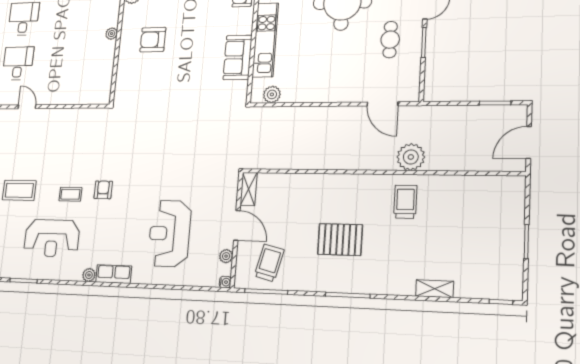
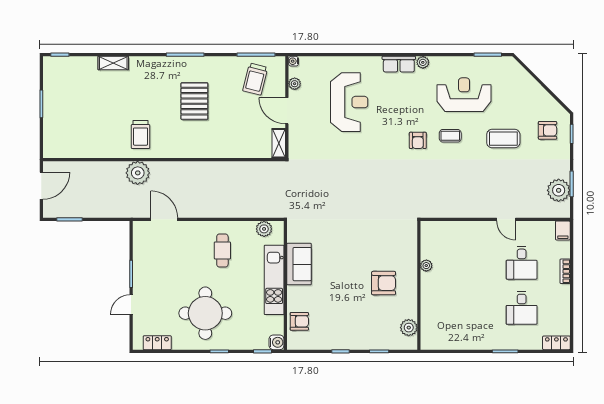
plant: (112, 34) -> (426, 266), moved
cafe table: (390, 40) -> (222, 250), moved
pallet: (340, 240) -> (194, 101), turned 90

